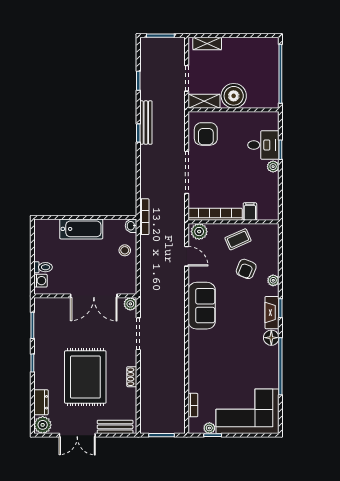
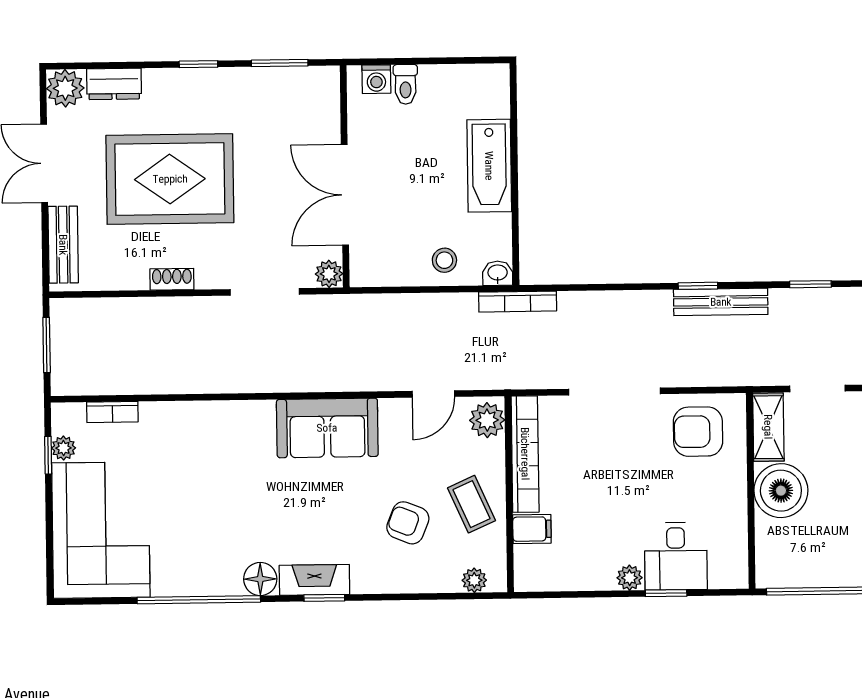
plant: (273, 280) -> (474, 580), moved

